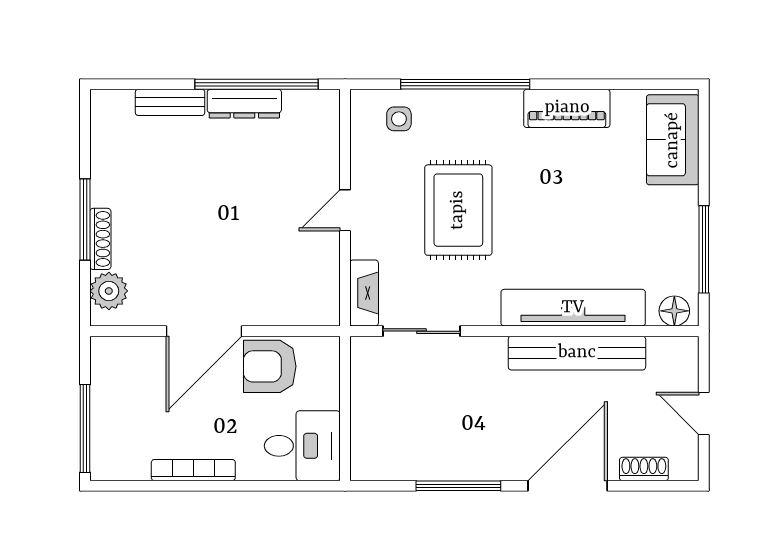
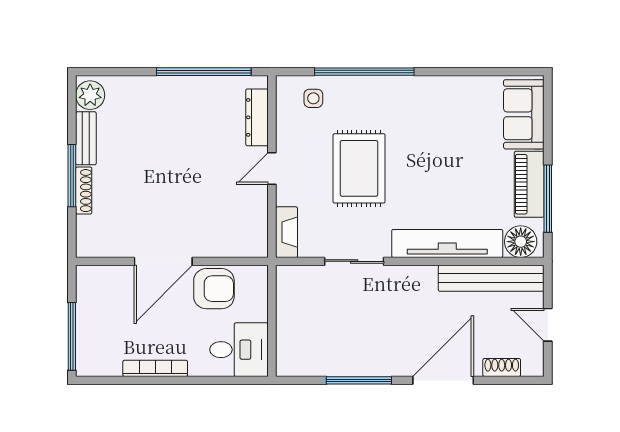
bench: (170, 102) -> (86, 138), moved, turned 90
dresser: (244, 104) -> (257, 117), moved, turned 90
piano: (567, 108) -> (529, 184), moved, turned 90
plant: (109, 291) -> (90, 95), moved
floor lamp: (674, 311) -> (521, 242), width x1.38, depth x1.38
sliding door: (421, 331) -> (354, 261), moved
bench: (577, 353) -> (491, 278), moved
armchair: (270, 366) -> (214, 289), turned 180

